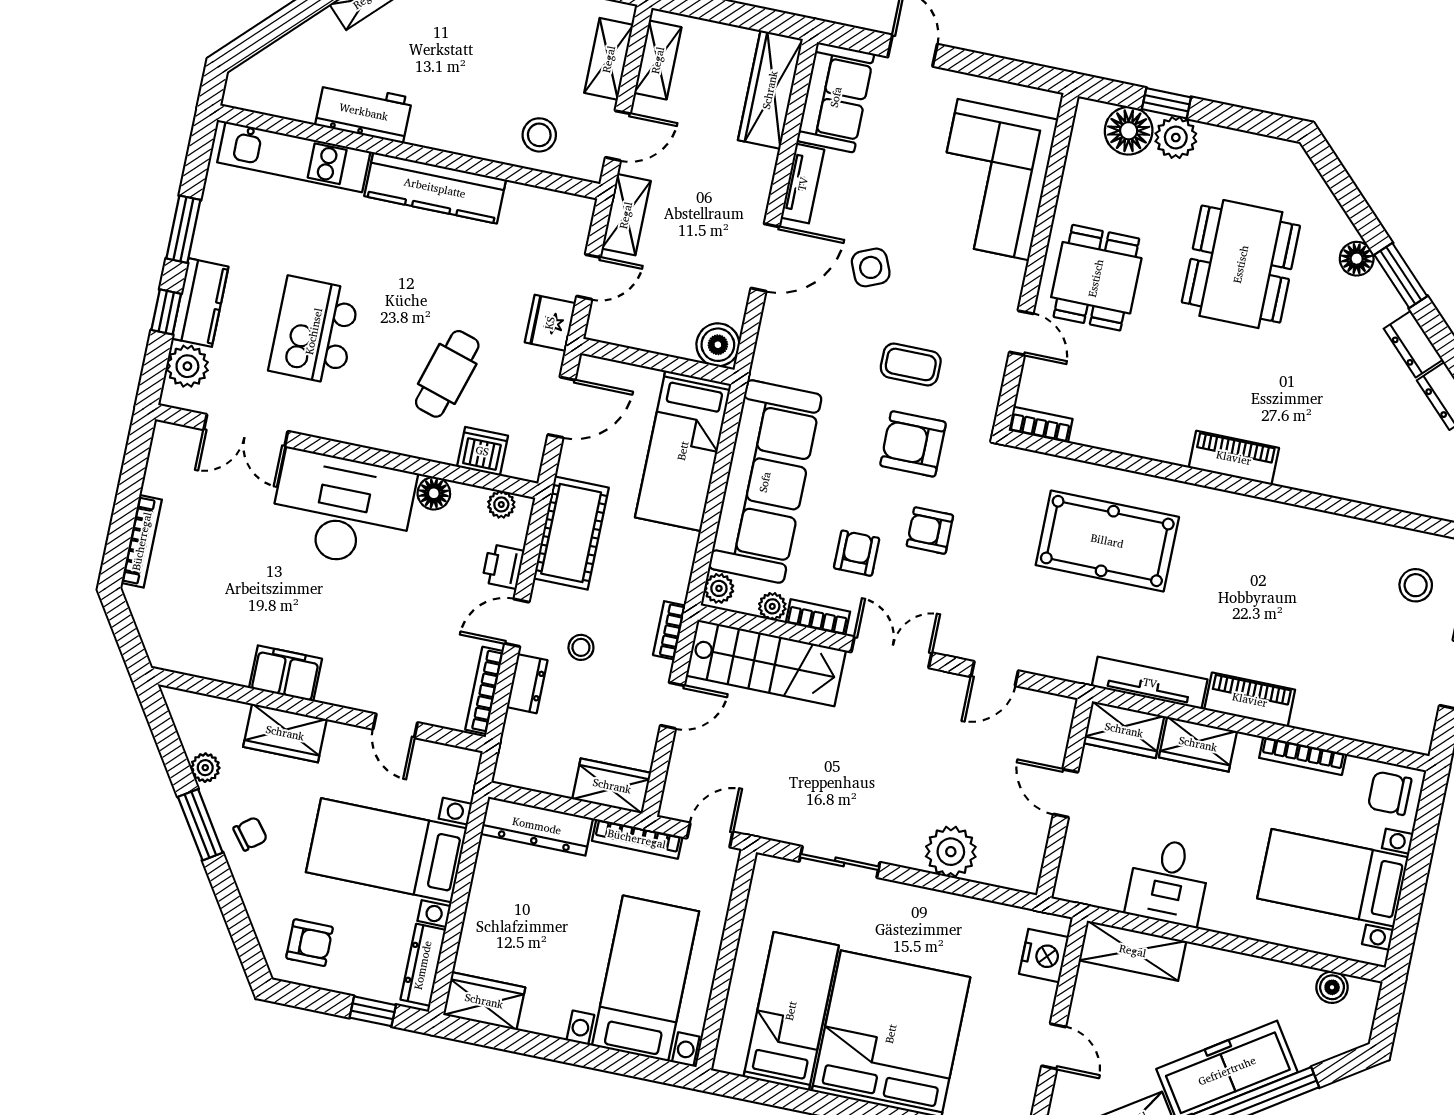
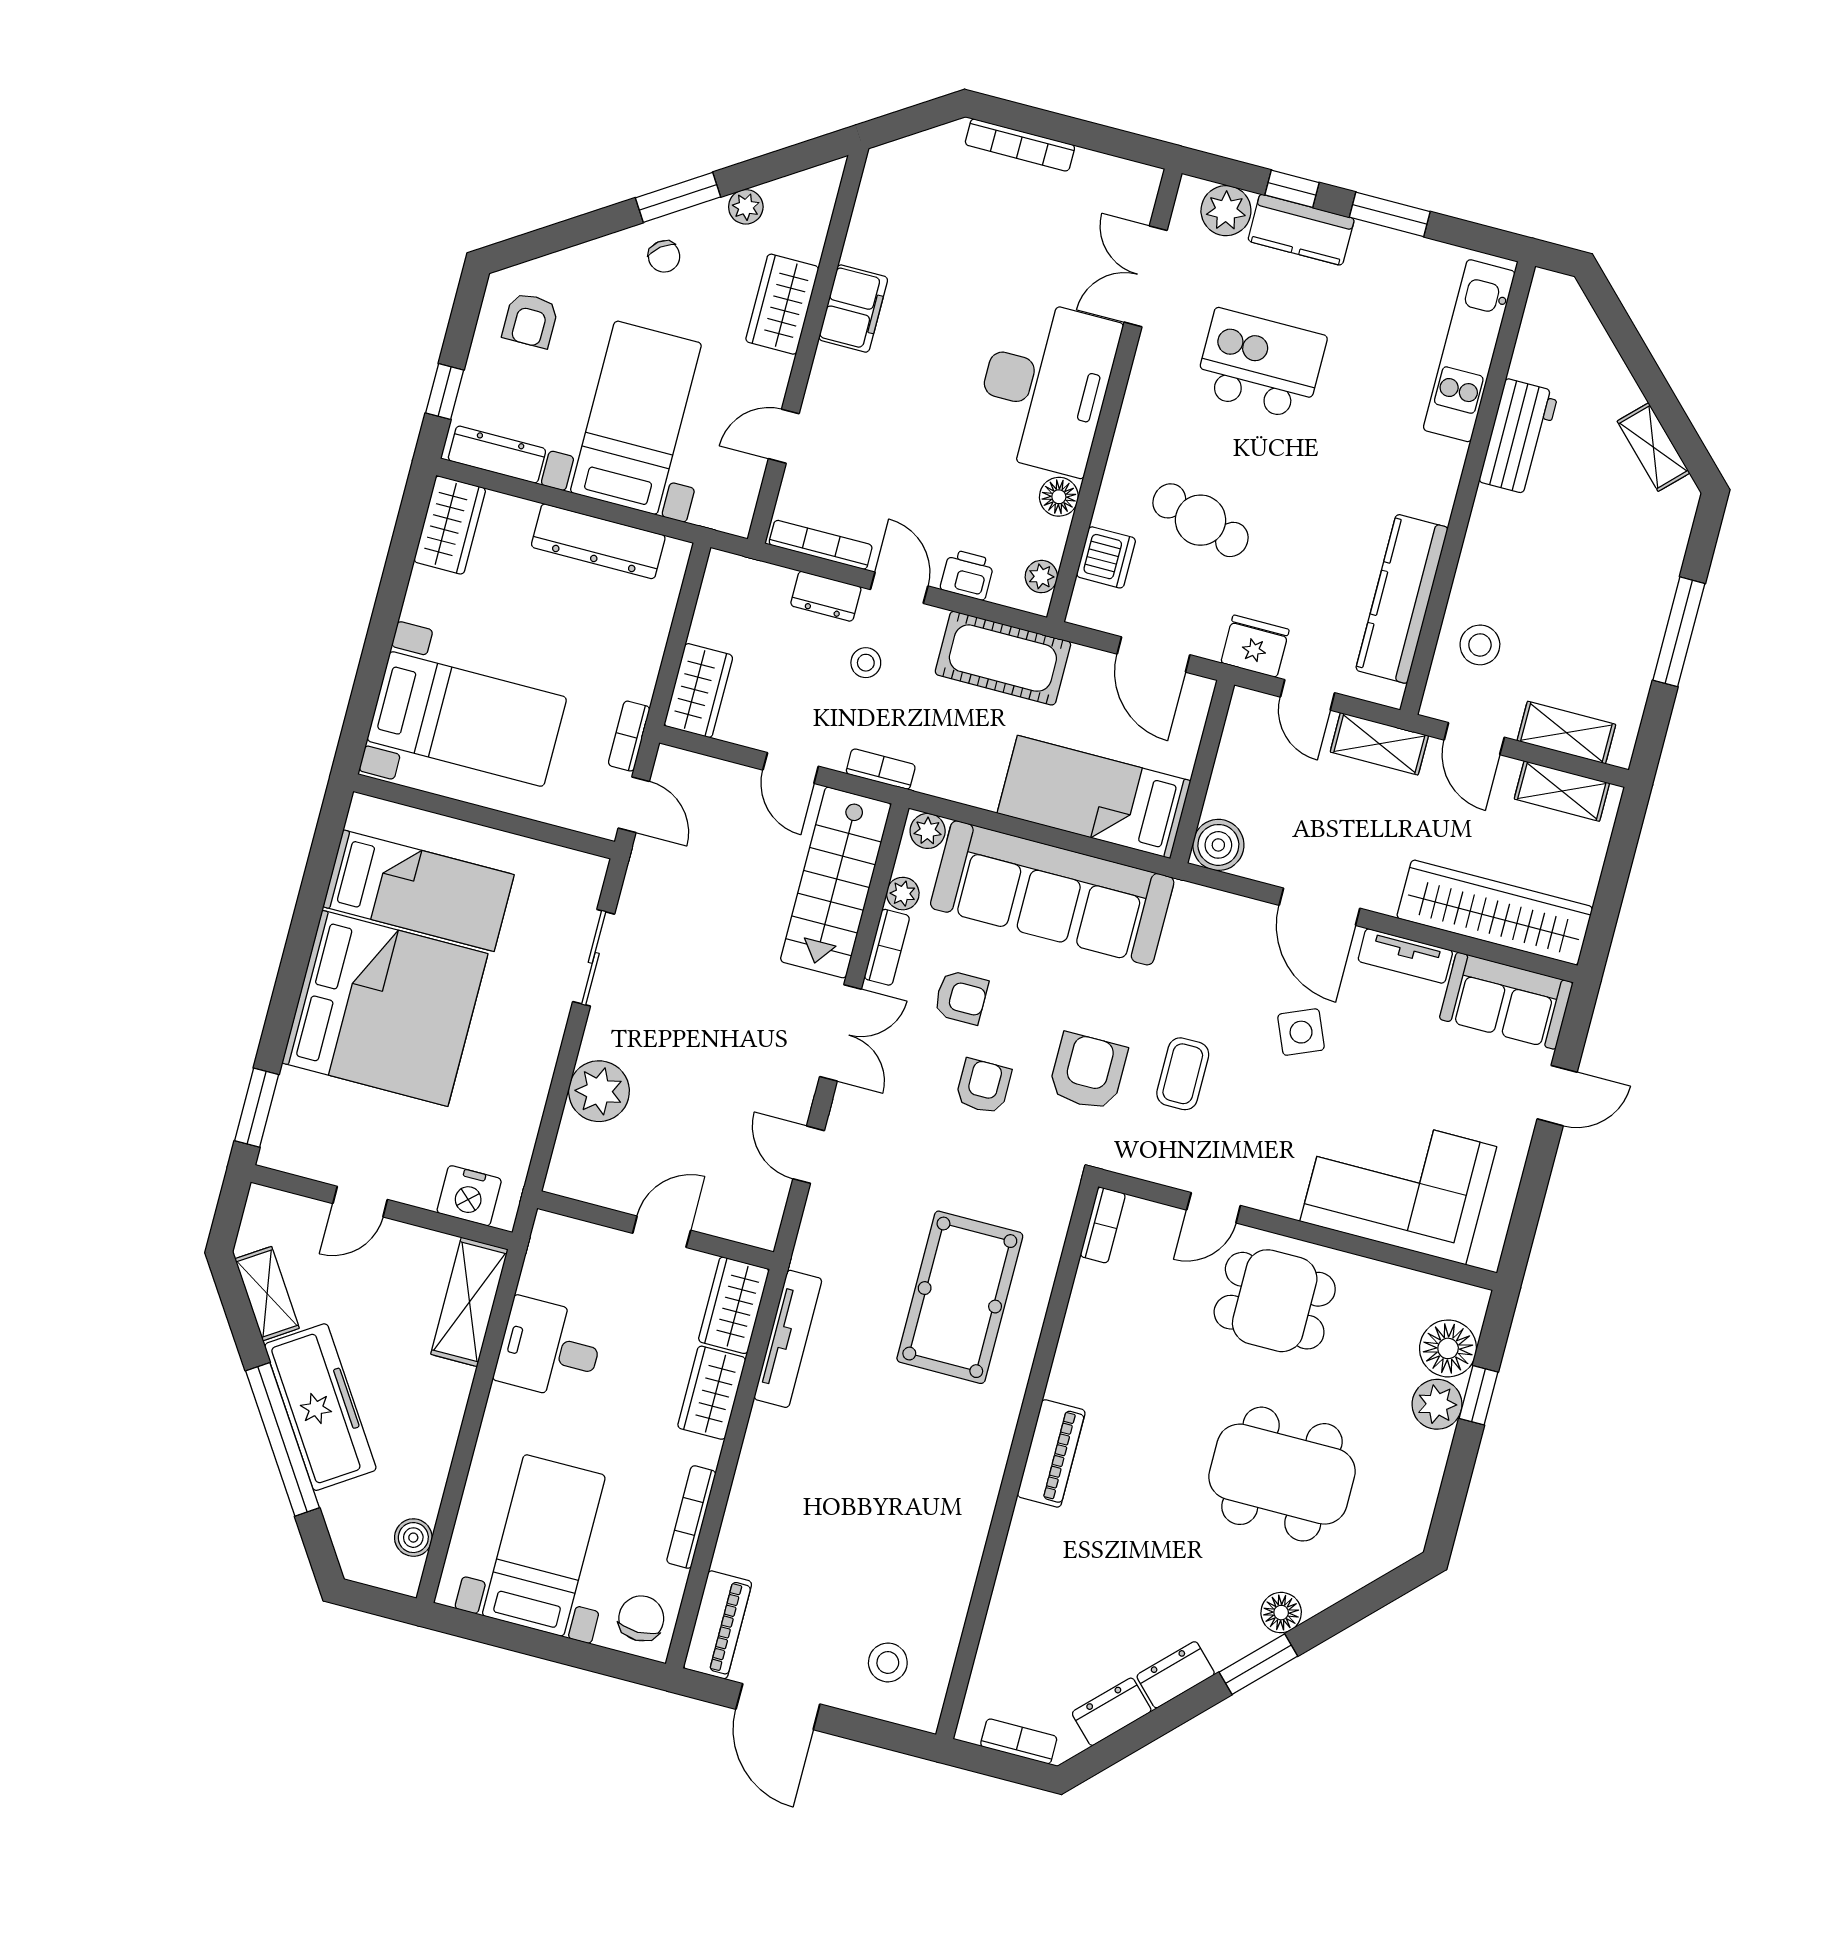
wardrobe: (770, 90) -> (1495, 912), width x1.40, depth x1.17
kitchen counter: (435, 188) -> (1402, 599), moved
piano: (1250, 700) -> (718, 1625), moved
dresser: (537, 826) -> (598, 541), moved, turned -90
bookcase: (637, 839) -> (629, 736), width x0.64

